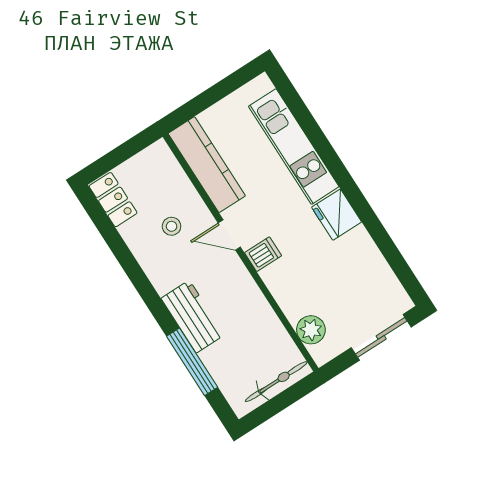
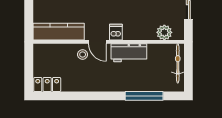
stool: (172, 226) -> (83, 54), moved
door: (229, 235) -> (97, 42), hinge flipped
workbench: (193, 317) -> (129, 53), moved, turned 180

